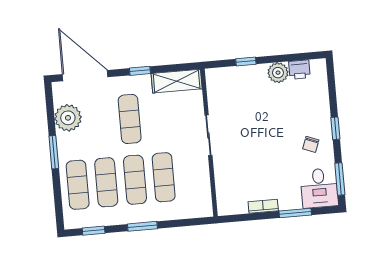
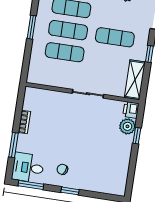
printer: (299, 70) -> (131, 110), moved
plant: (278, 73) -> (127, 126), moved

